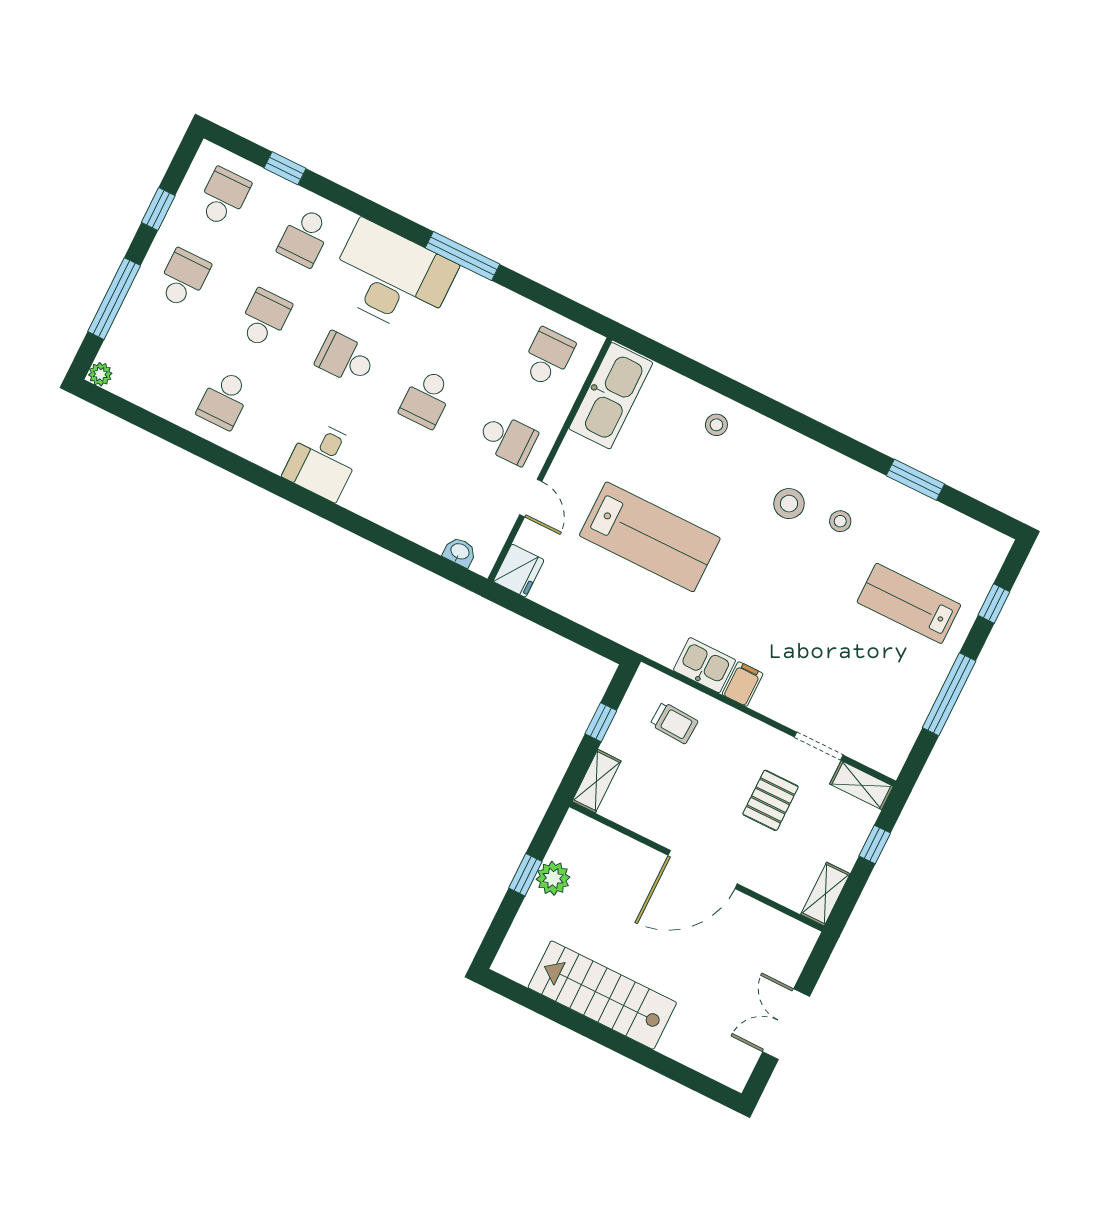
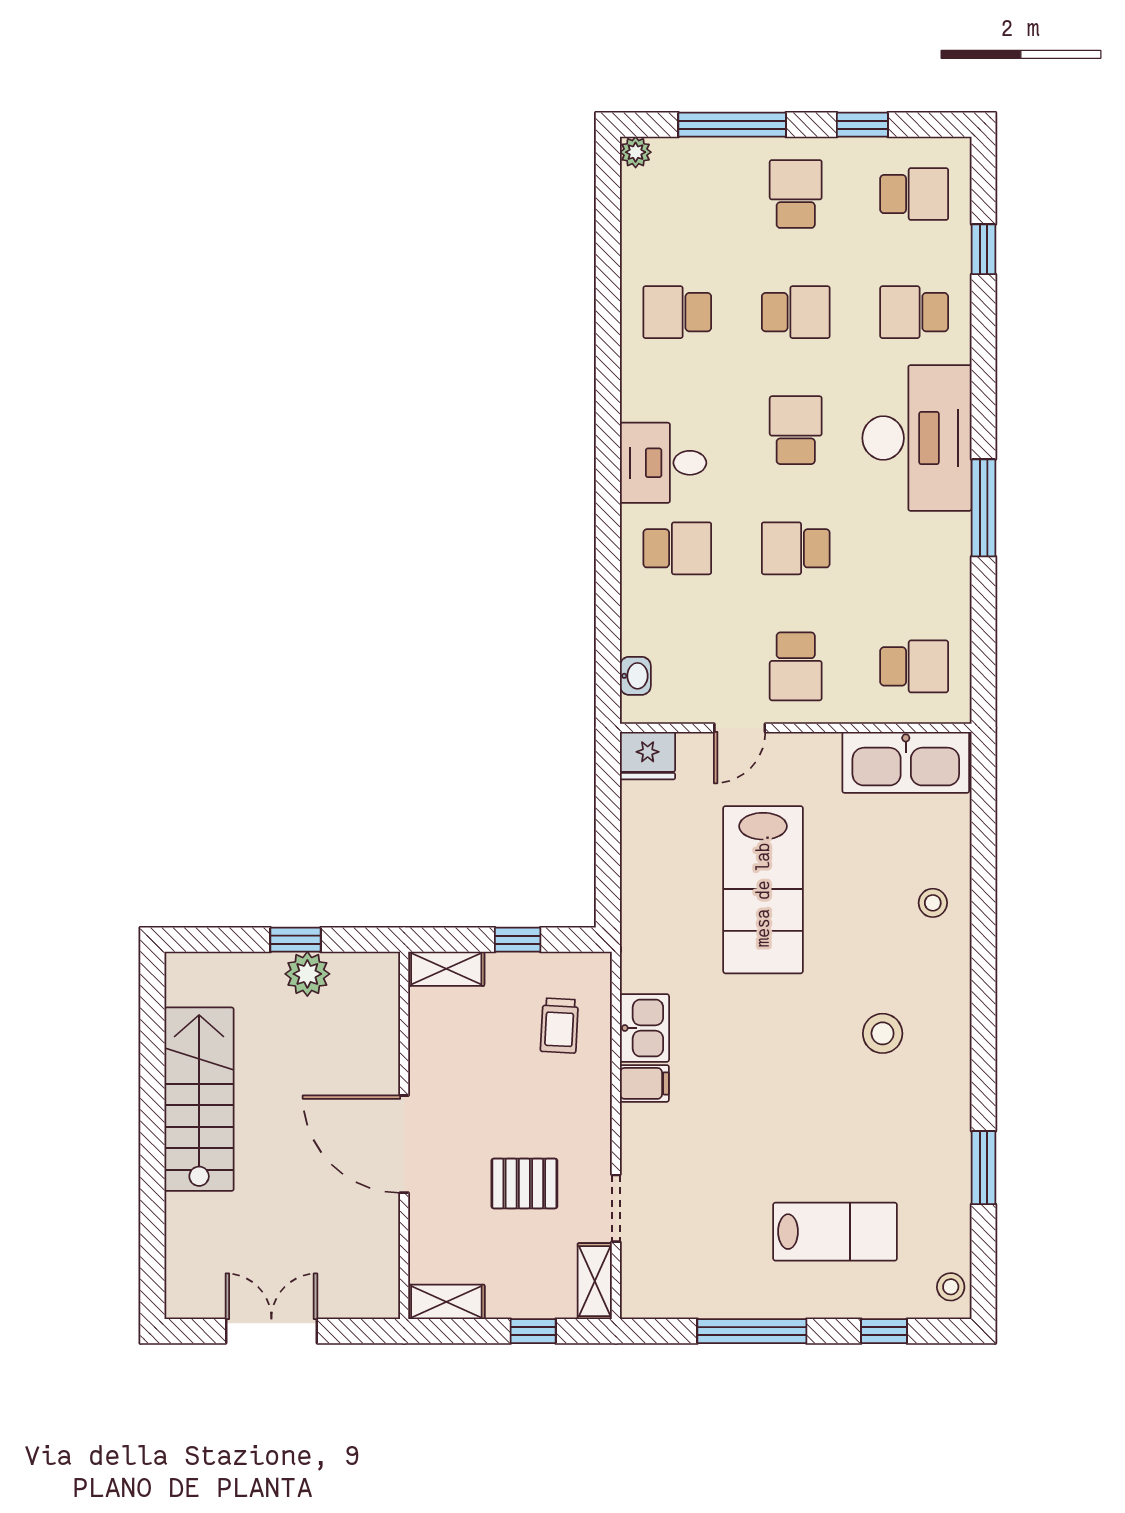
school desk: (183, 278) -> (796, 194), turned -90
school desk: (386, 480) -> (677, 548), added
stool: (840, 521) -> (951, 1287), moved
lab bench: (909, 603) -> (835, 1232), turned 90

